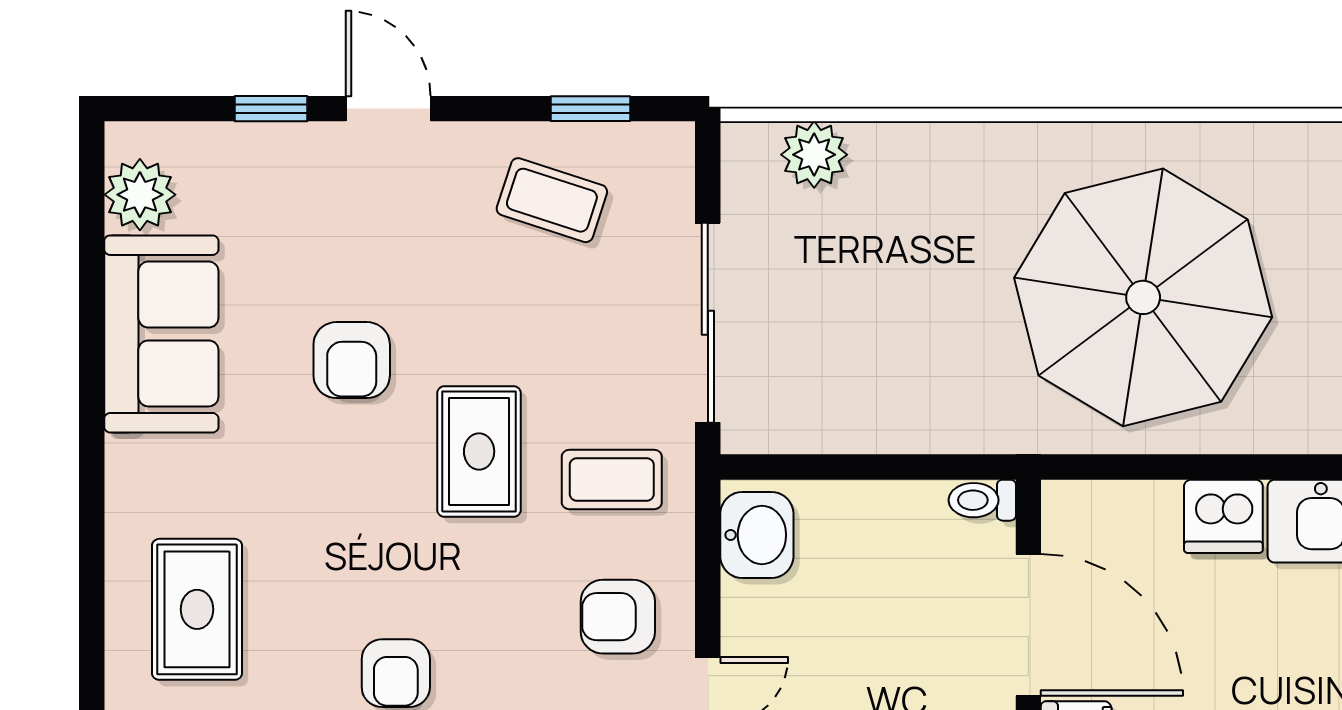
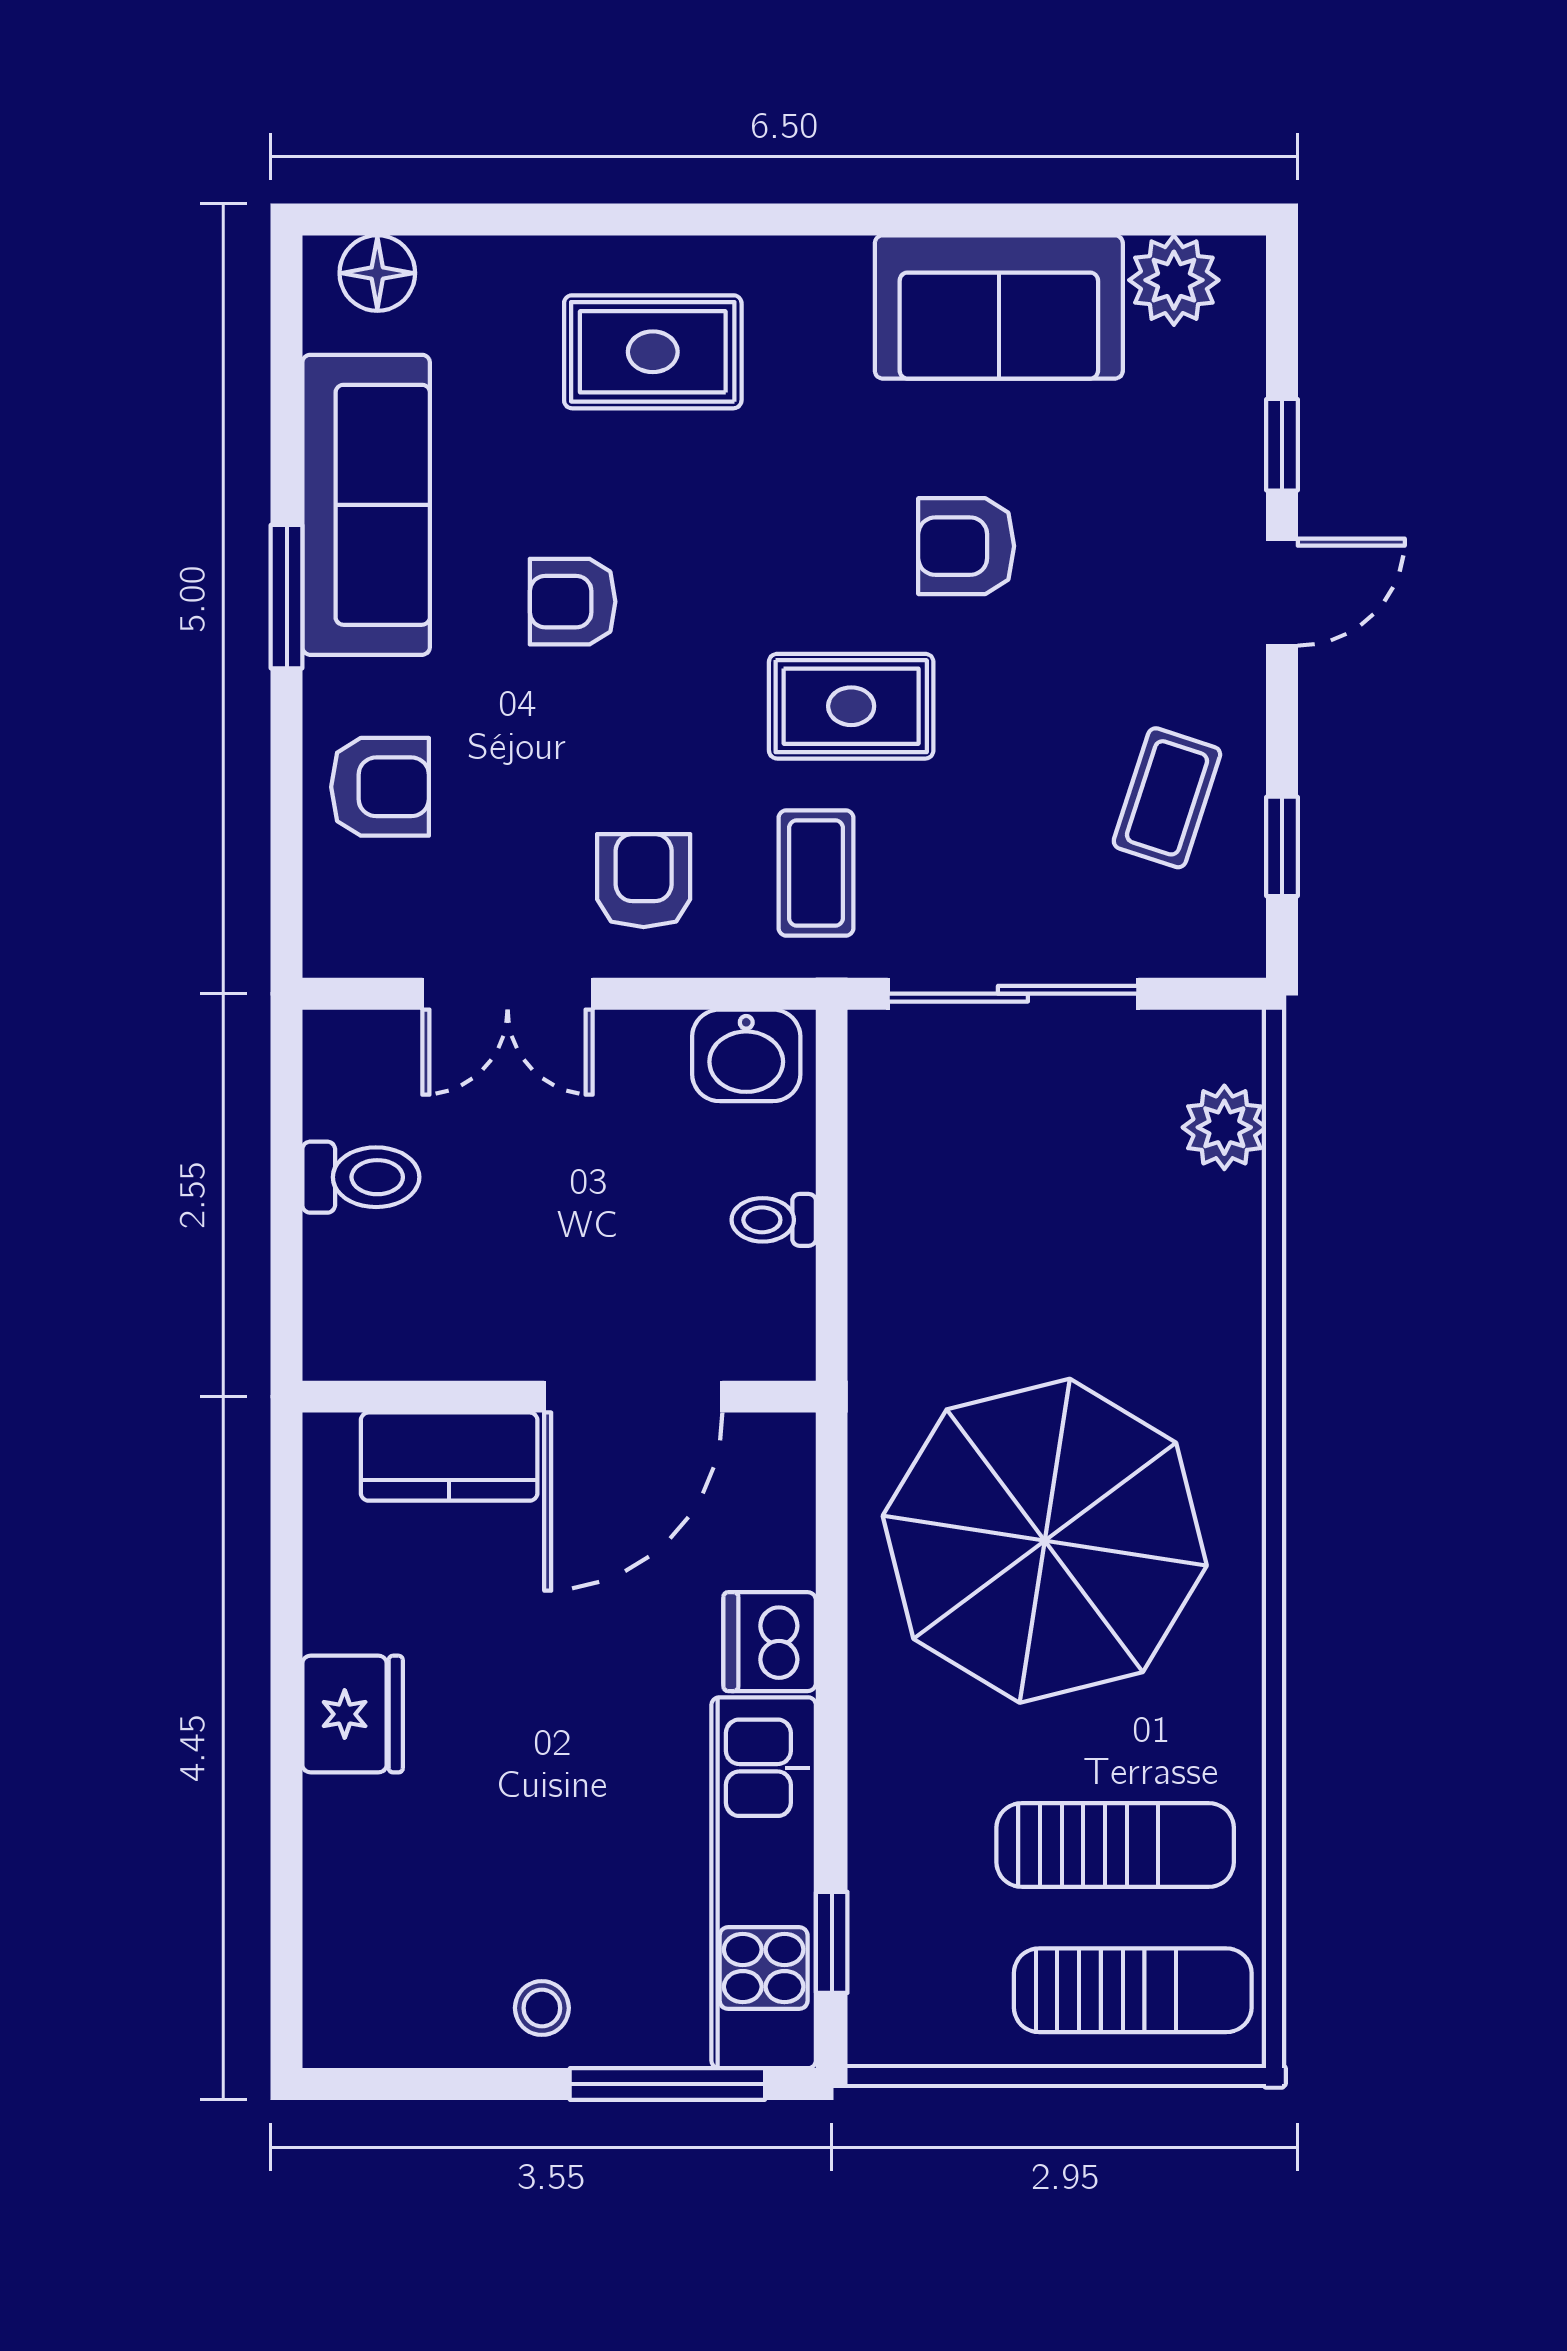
toilet: (982, 500) -> (774, 1220), moved, turned -90

